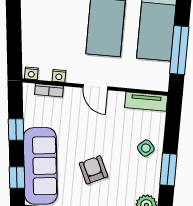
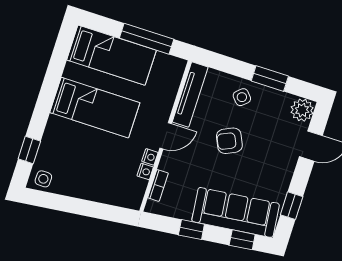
nightstand: (31, 73) -> (150, 157), moved
tv unit: (146, 102) -> (190, 95), width x1.41
armchair: (93, 170) -> (229, 141), moved

